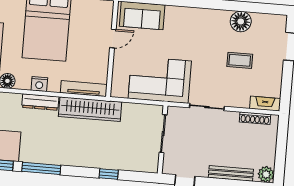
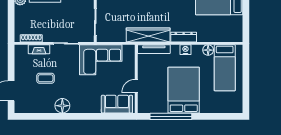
floor lamp: (241, 21) -> (62, 106), moved
fireplace: (265, 104) -> (39, 49), moved

